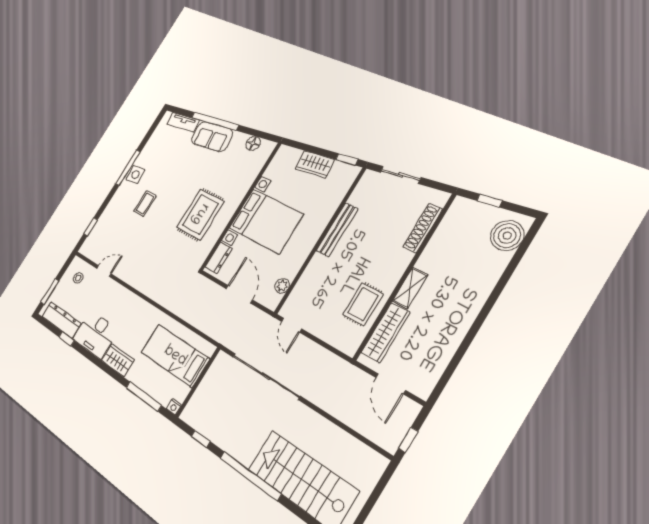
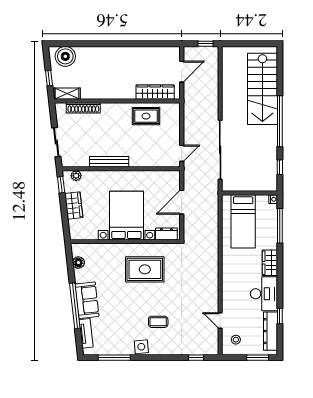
window: (128, 168) -> (114, 358), moved
plant: (282, 286) -> (76, 176), moved
shelving: (410, 288) -> (67, 94), moved

